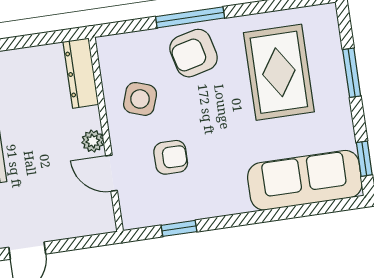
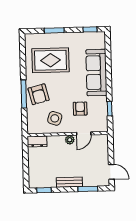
dresser: (81, 73) -> (37, 141), width x0.70
sofa: (305, 180) -> (96, 73), moved

